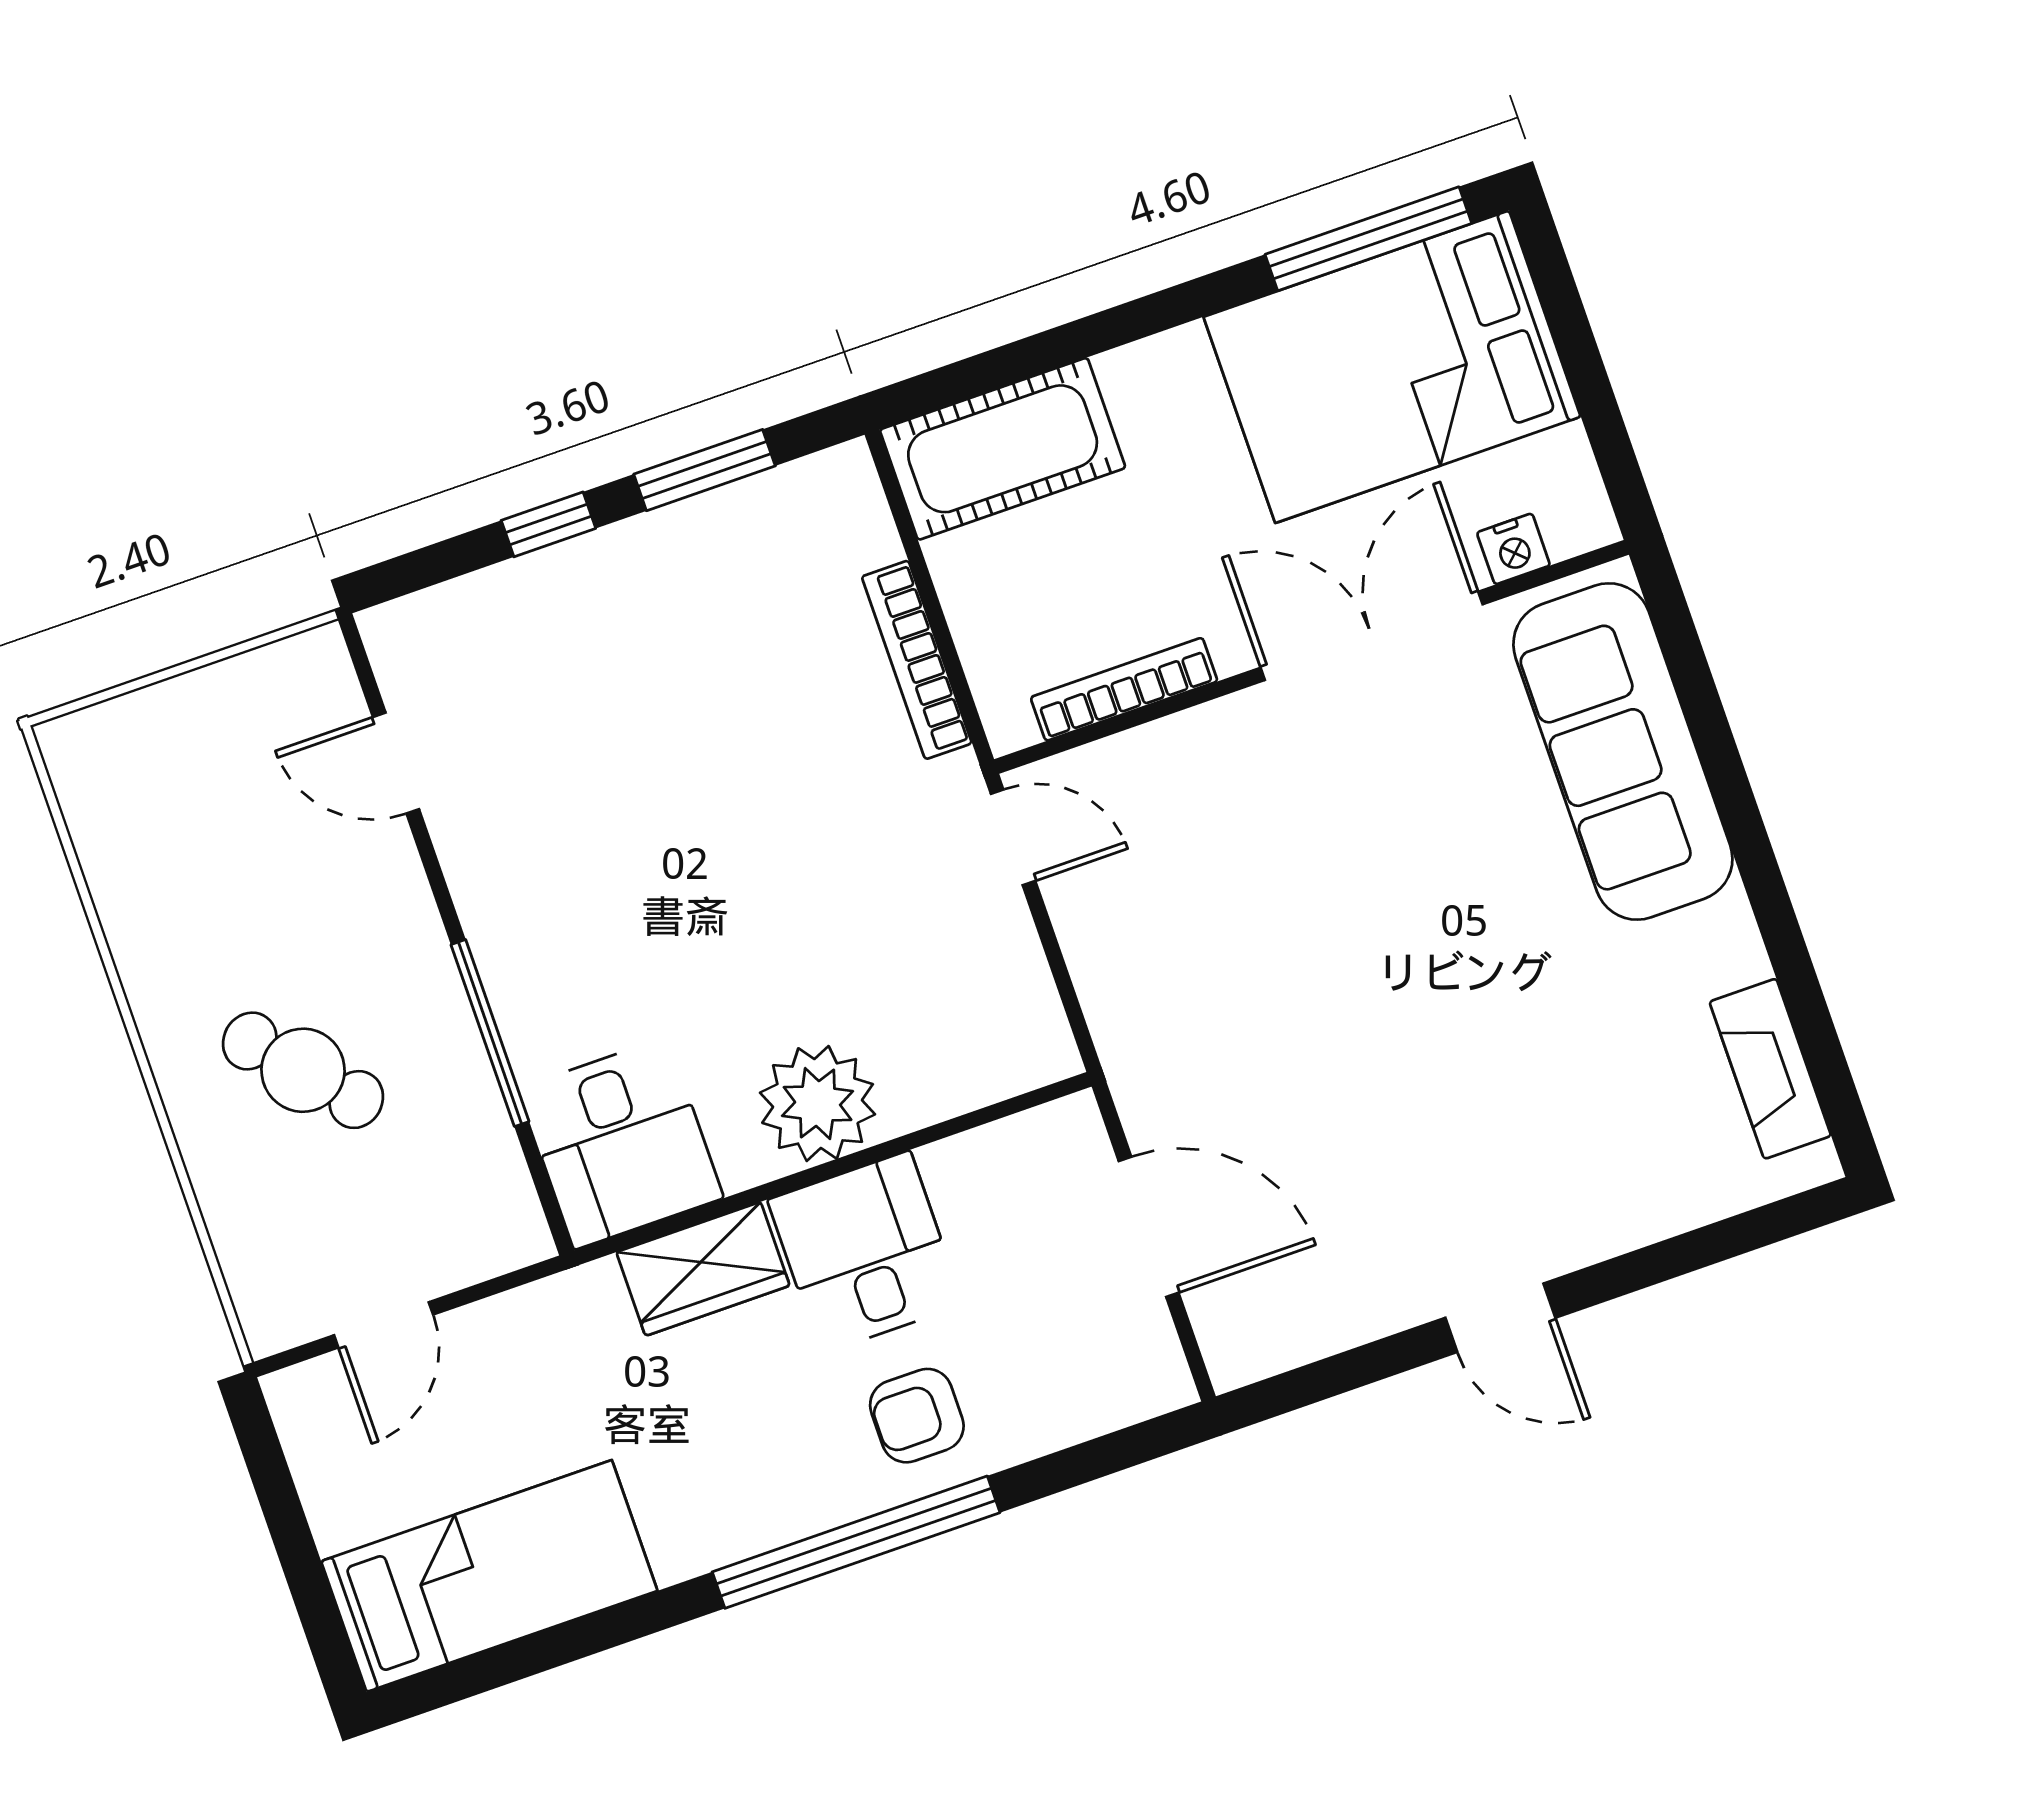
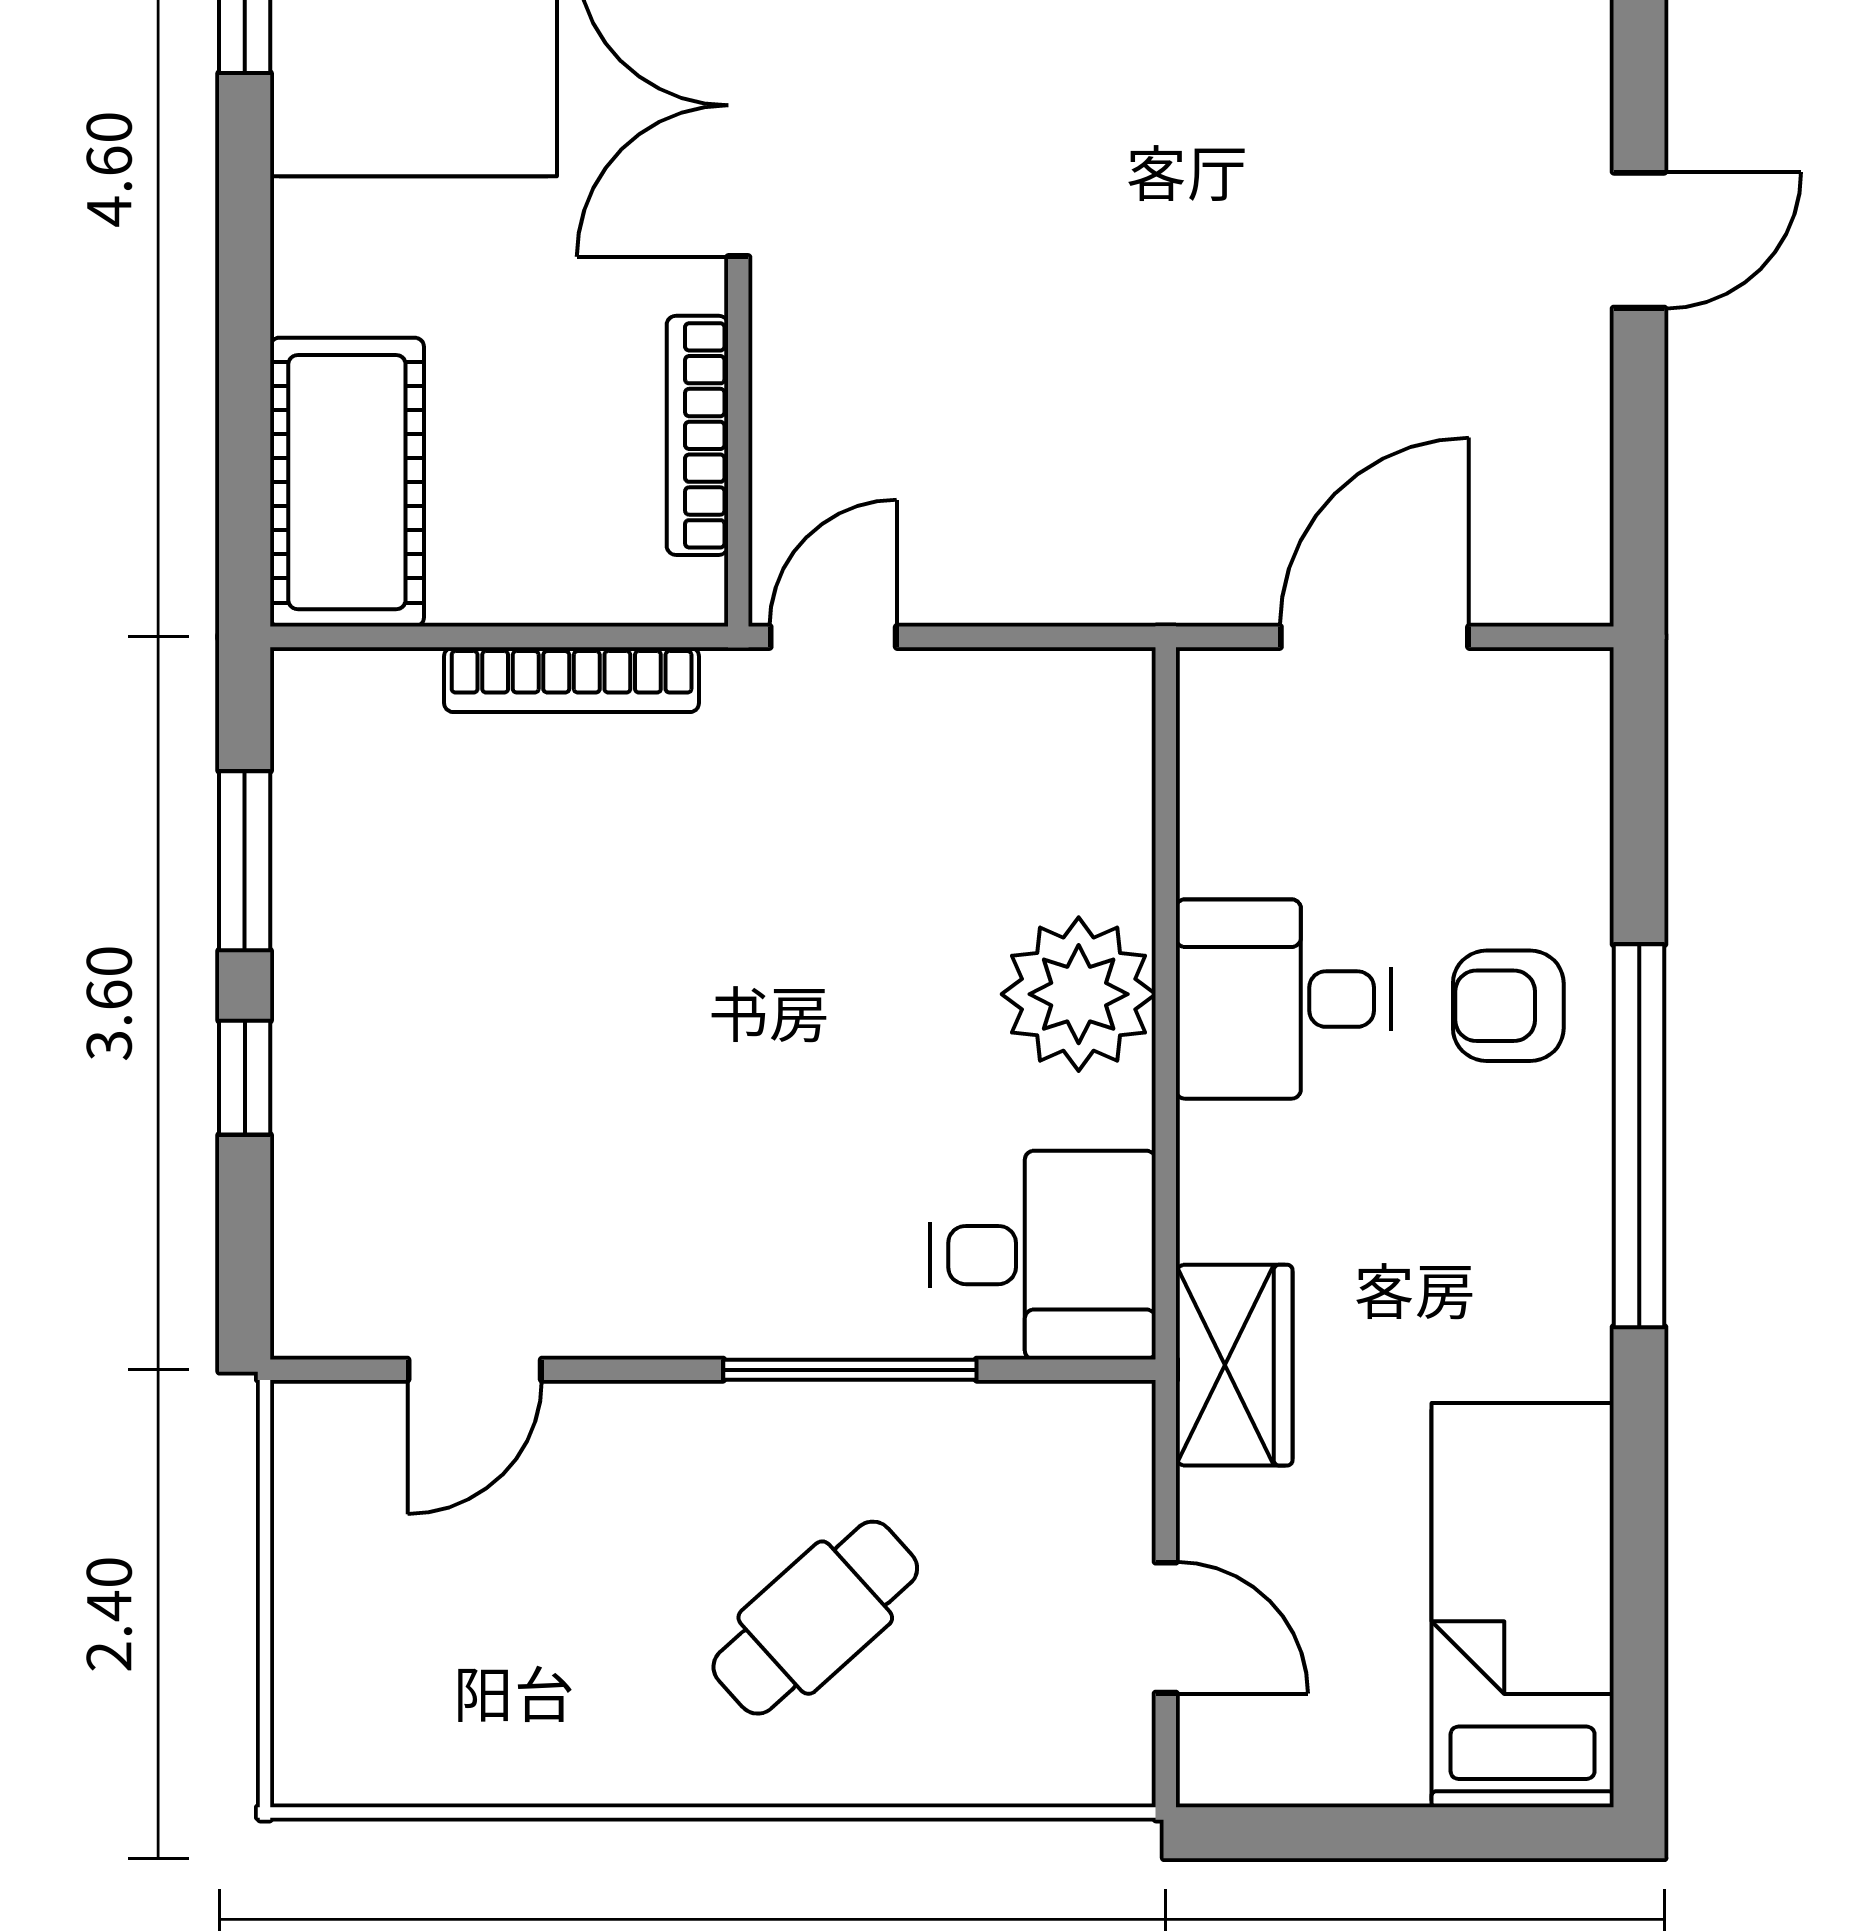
wardrobe: (703, 1269) -> (1234, 1365), moved
armchair: (917, 1416) -> (1508, 1006), turned 90

